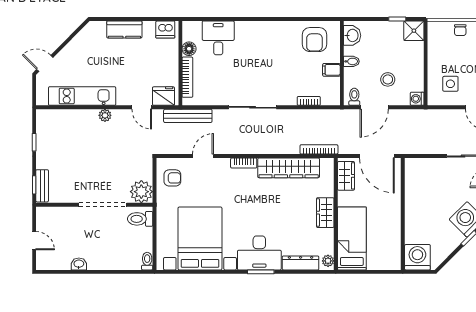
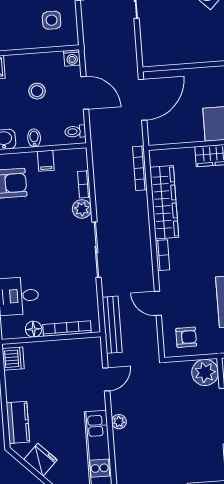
kitchen counter: (124, 29) -> (18, 422), moved
stool: (388, 79) -> (37, 91), moved
fridge: (163, 96) -> (40, 460), moved, turned 135
plant: (288, 97) -> (82, 209), added
door: (374, 107) -> (85, 93), moved
wardrobe: (346, 176) -> (169, 134), removed
armchair: (172, 178) -> (186, 337), turned 90

